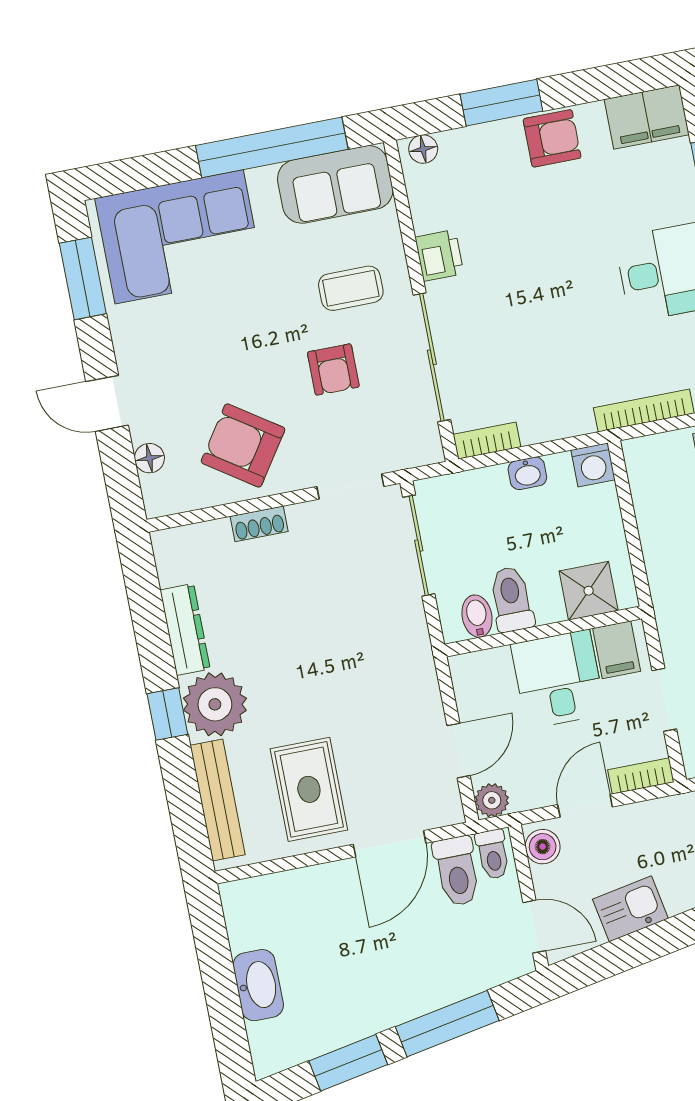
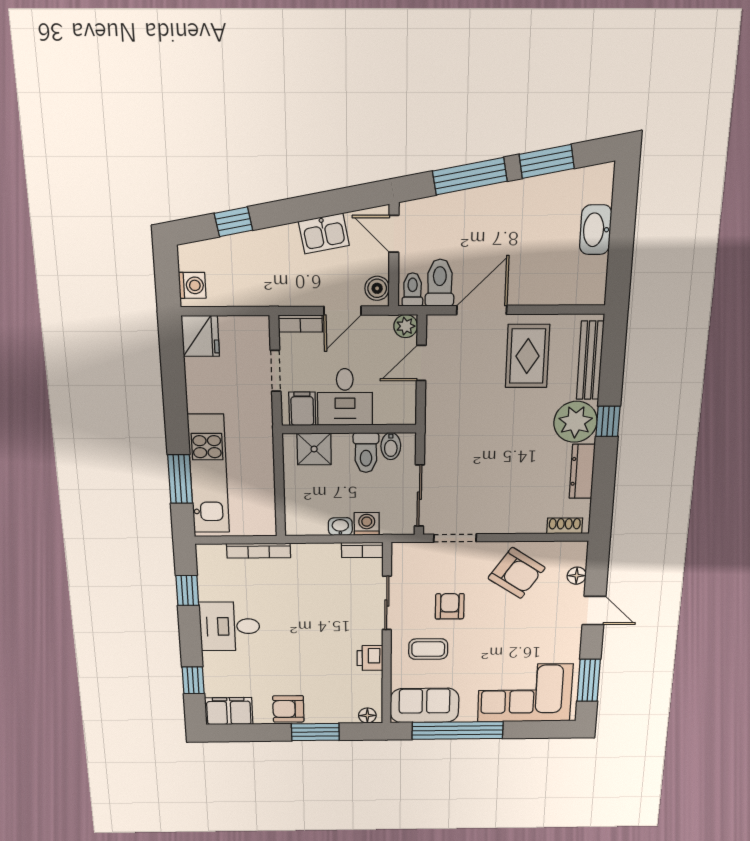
sliding door: (432, 357) -> (387, 603), width x0.73
washing machine: (593, 465) -> (367, 524), moved
shoe rack: (259, 524) -> (565, 526), moved

